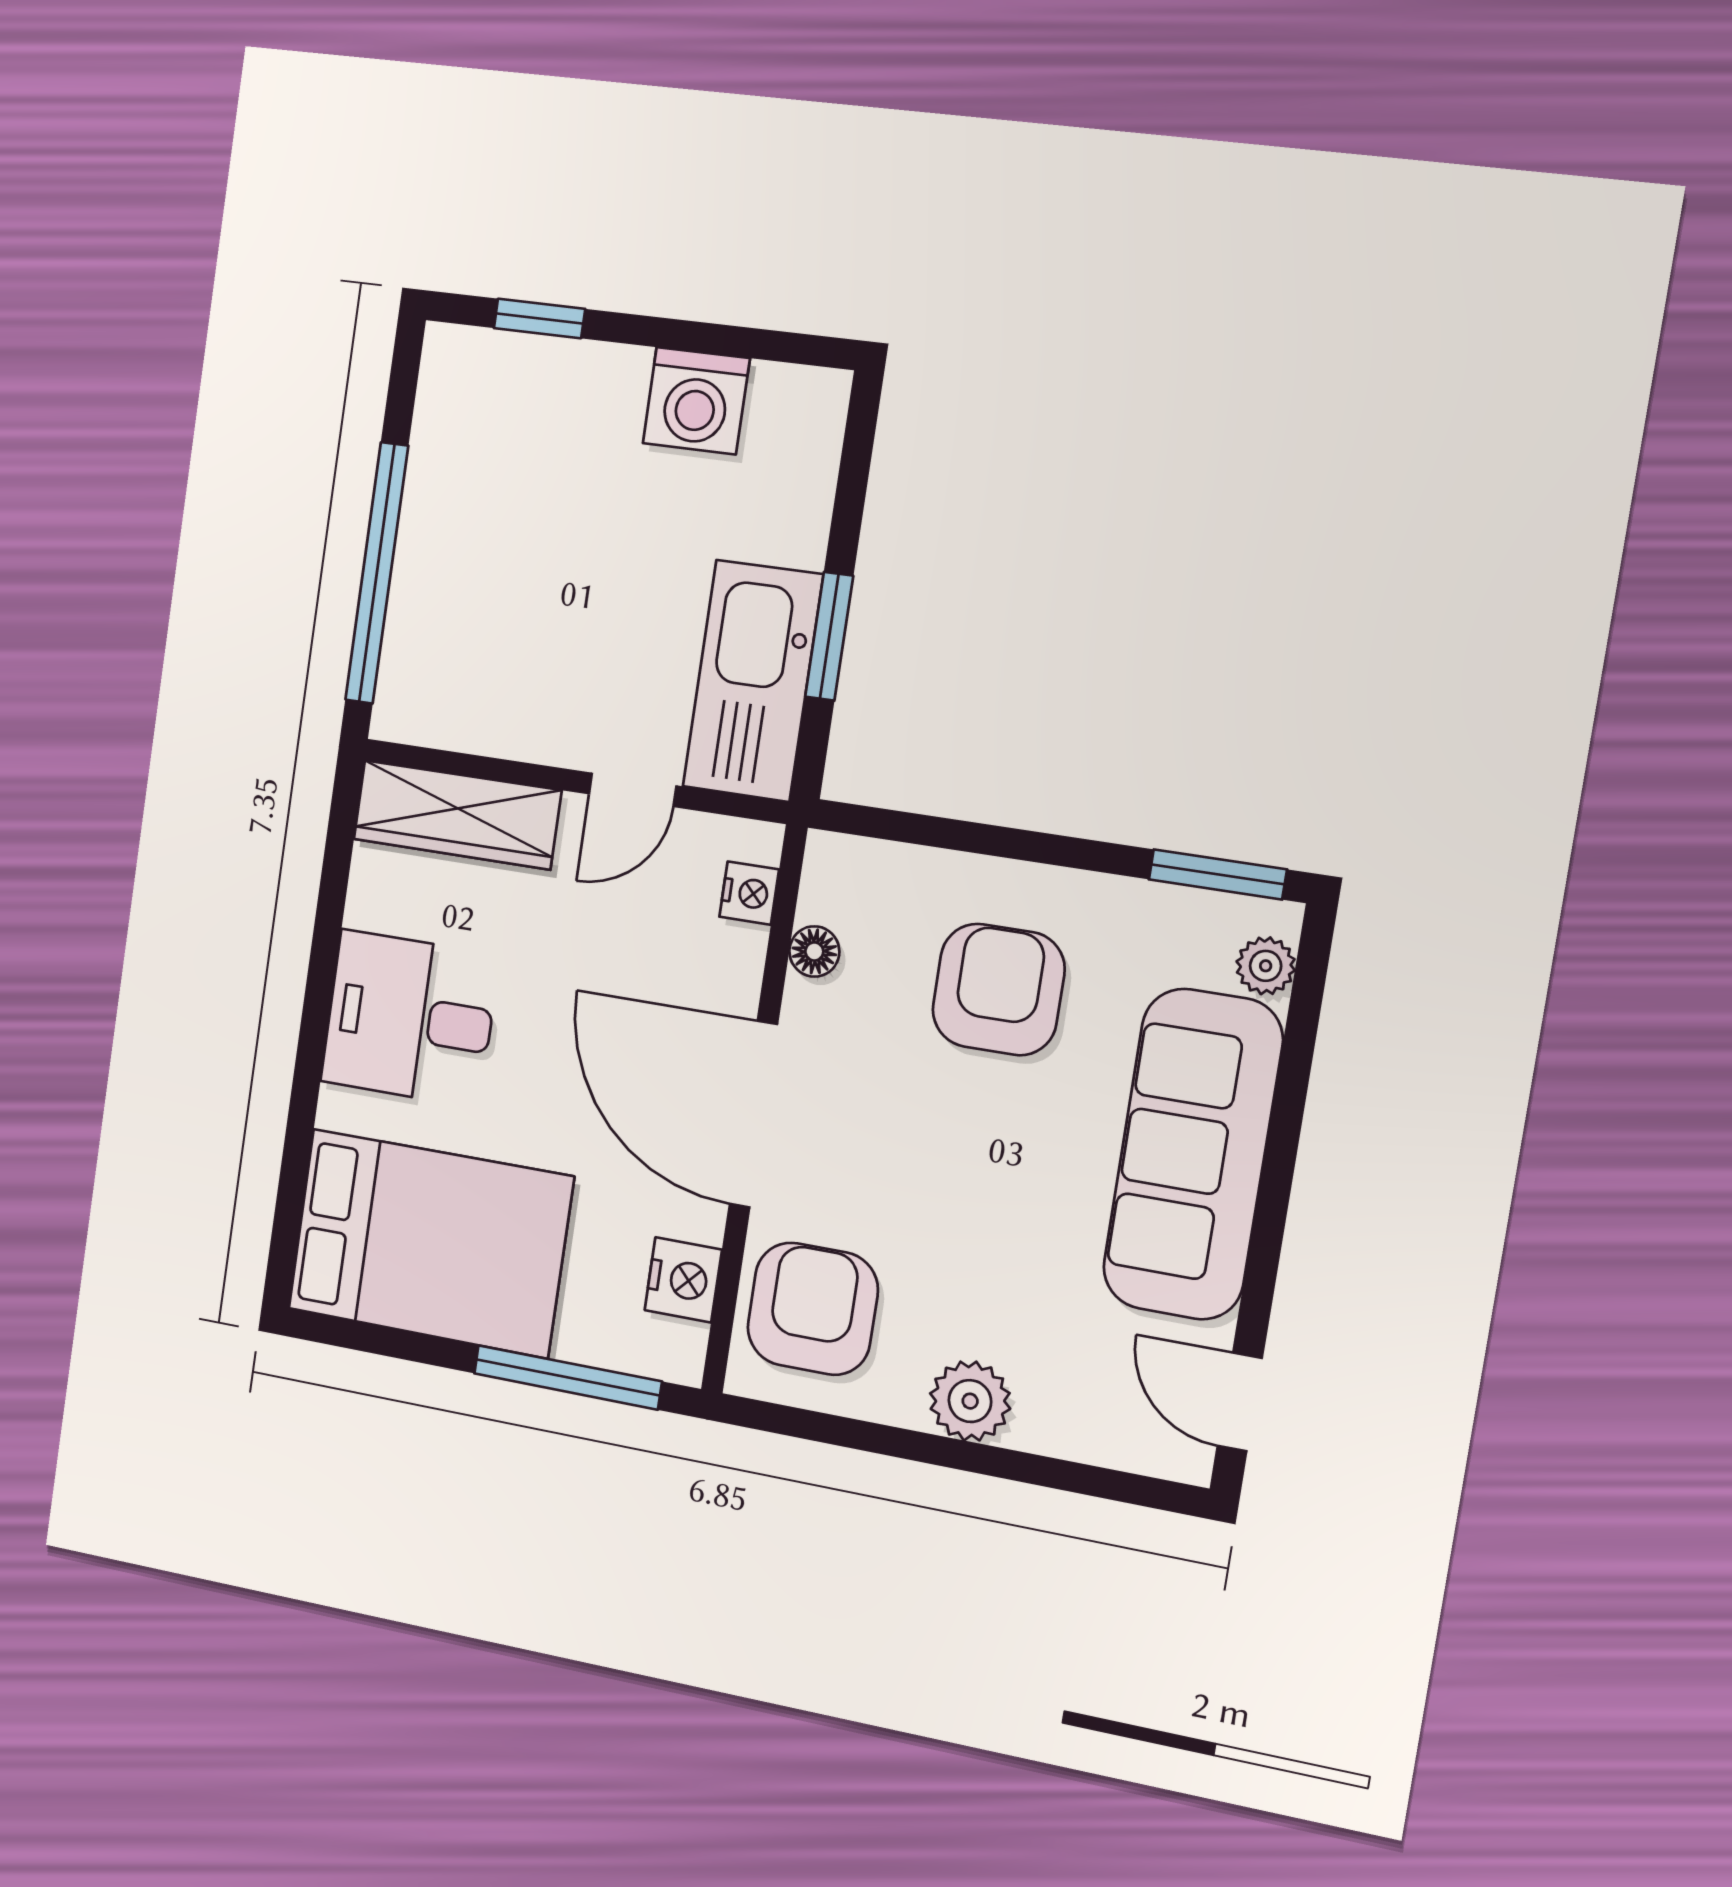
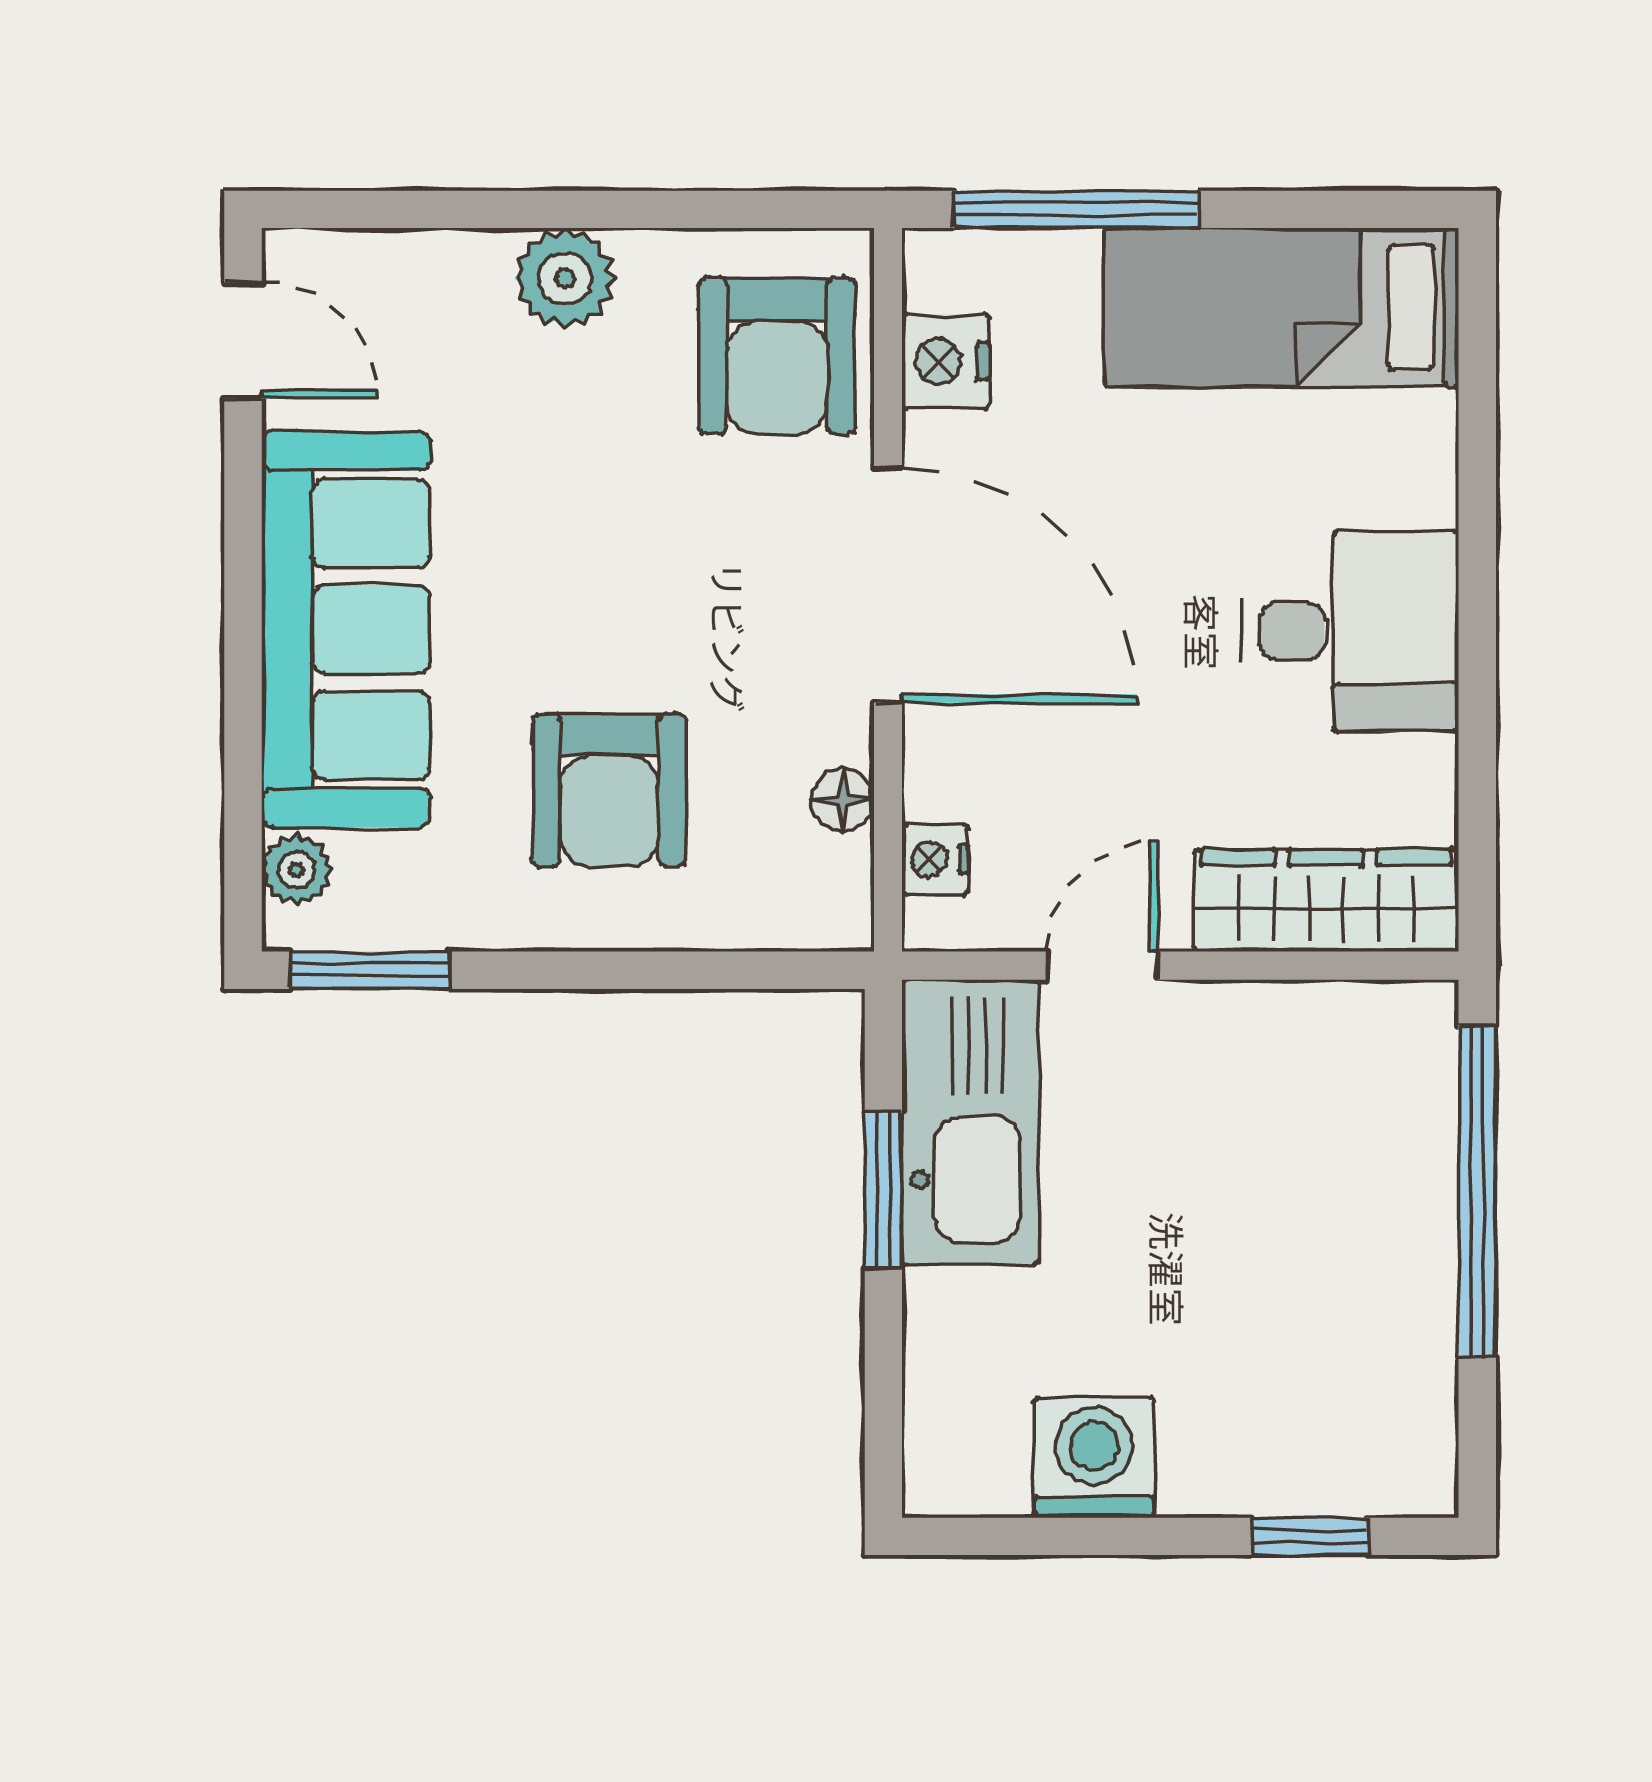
bed: (430, 1243) -> (1282, 308), width x0.67

